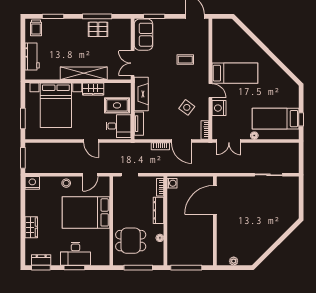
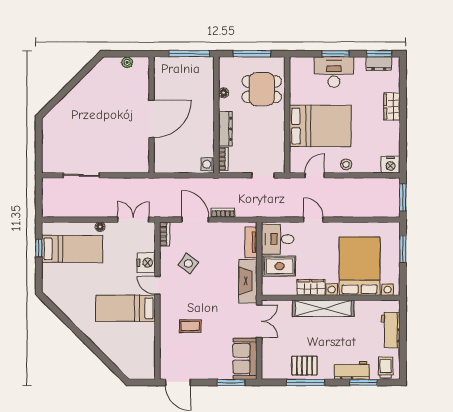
workbench: (62, 26) -> (352, 370), added
door: (215, 200) -> (152, 119), moved

